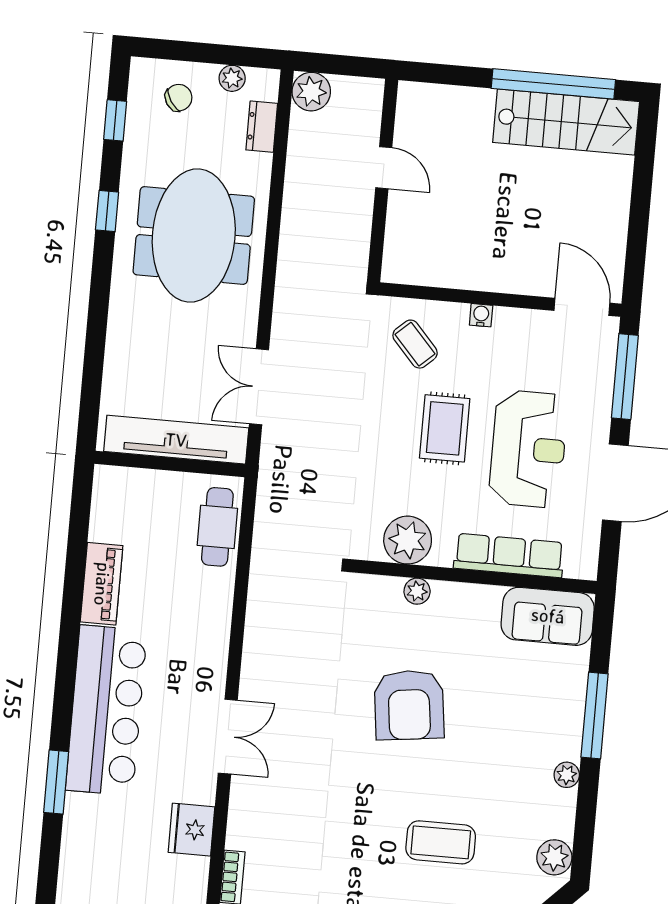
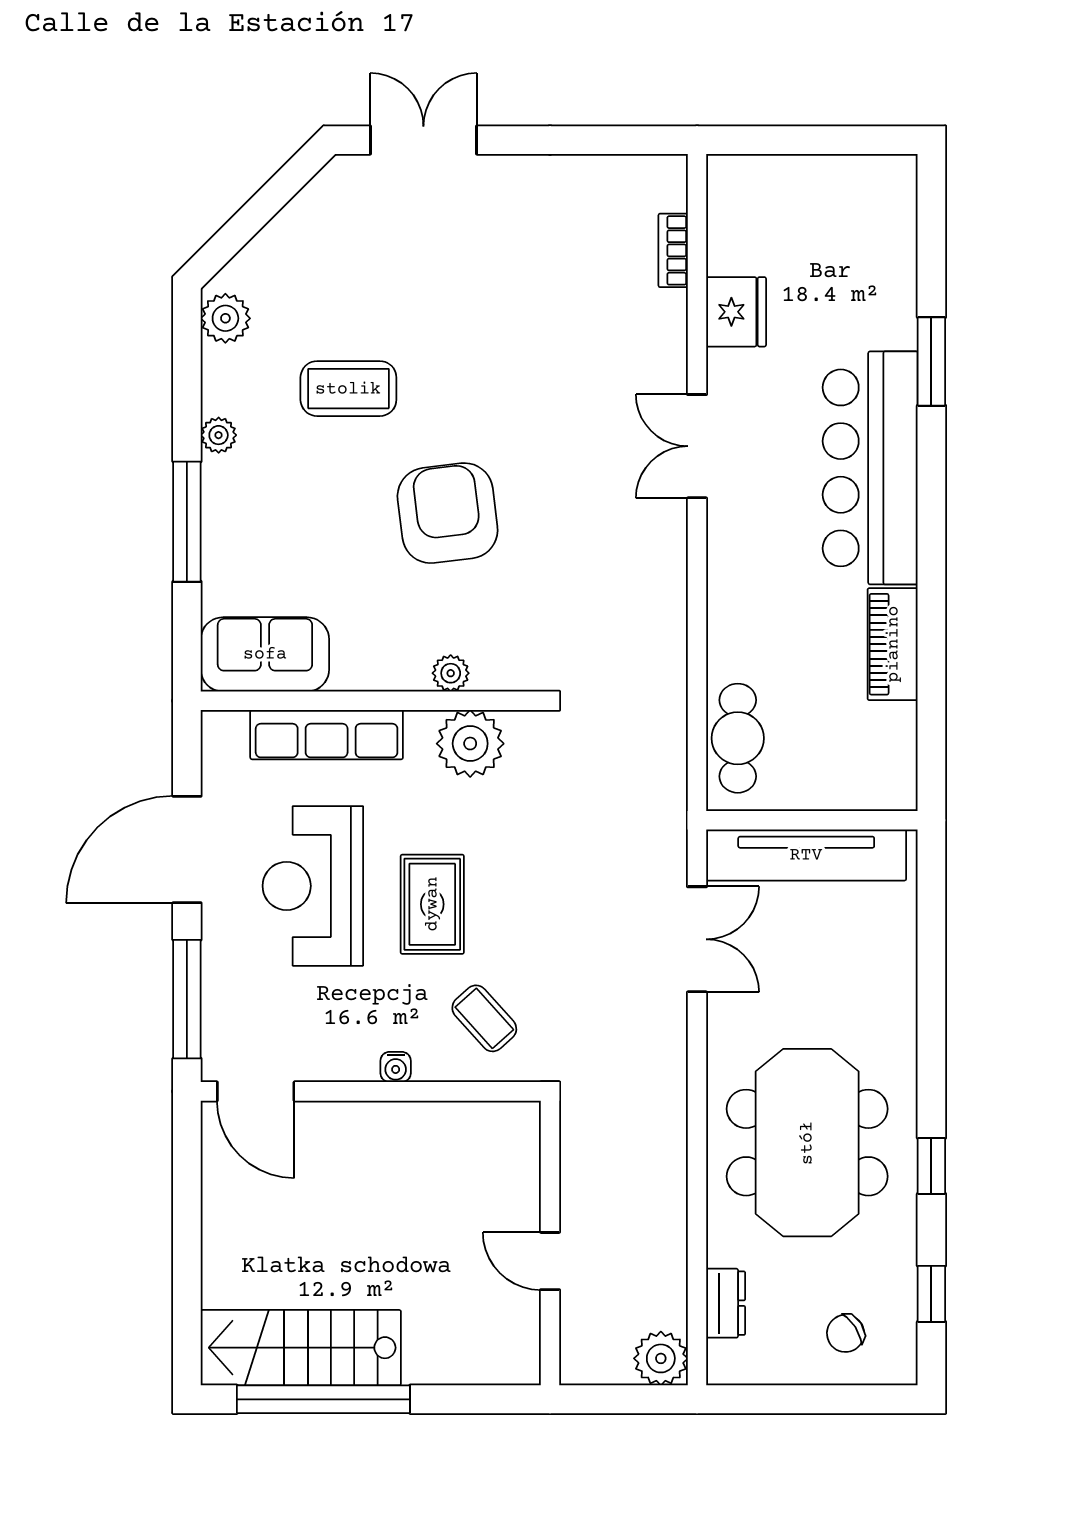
plant: (232, 78) -> (773, 1367), removed
coffee table: (441, 842) -> (348, 389), moved

